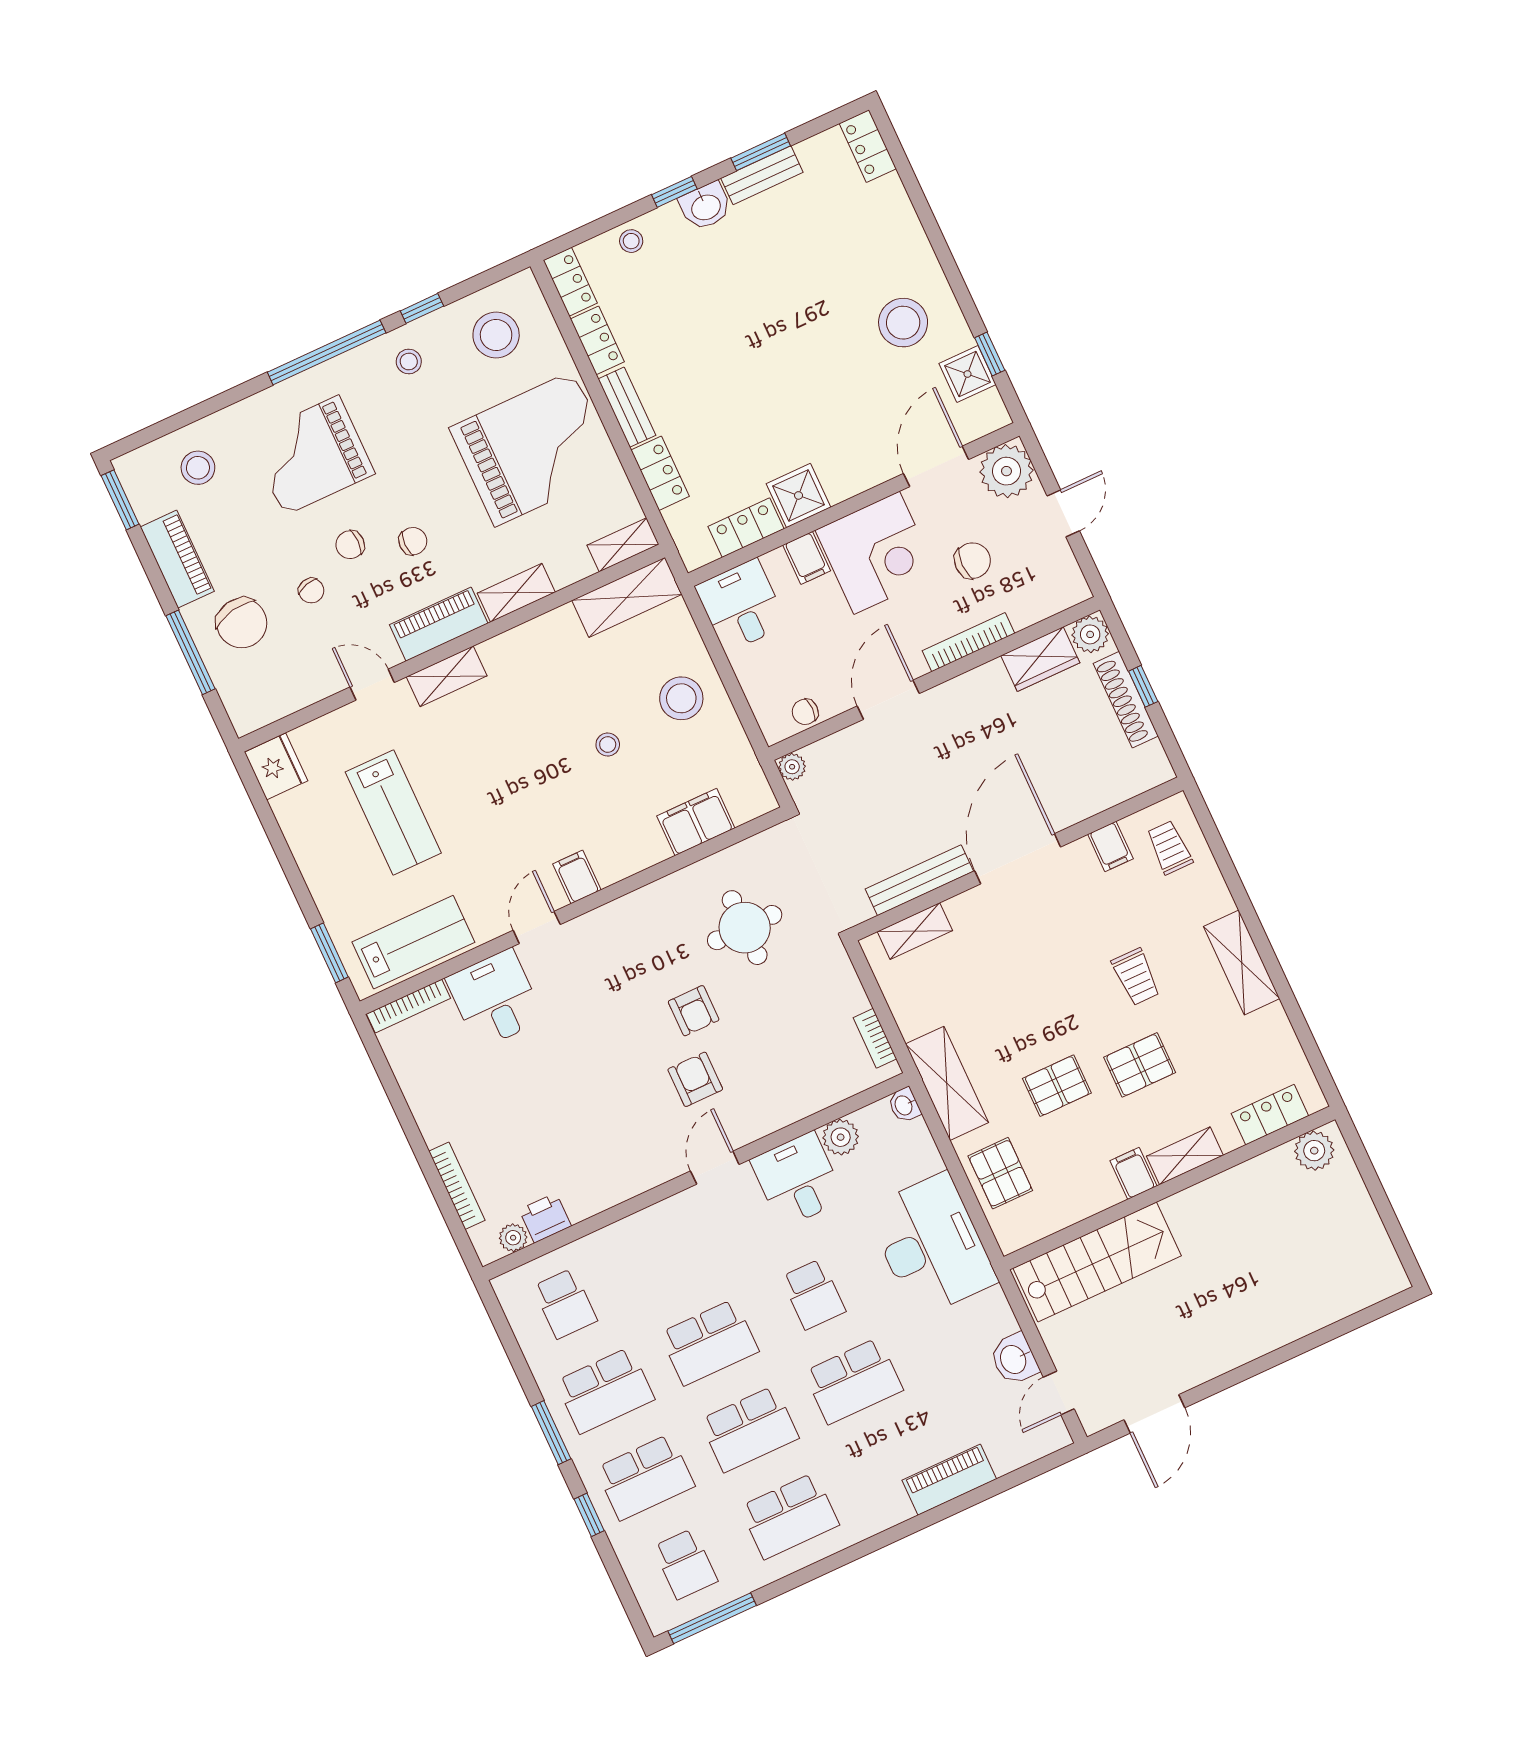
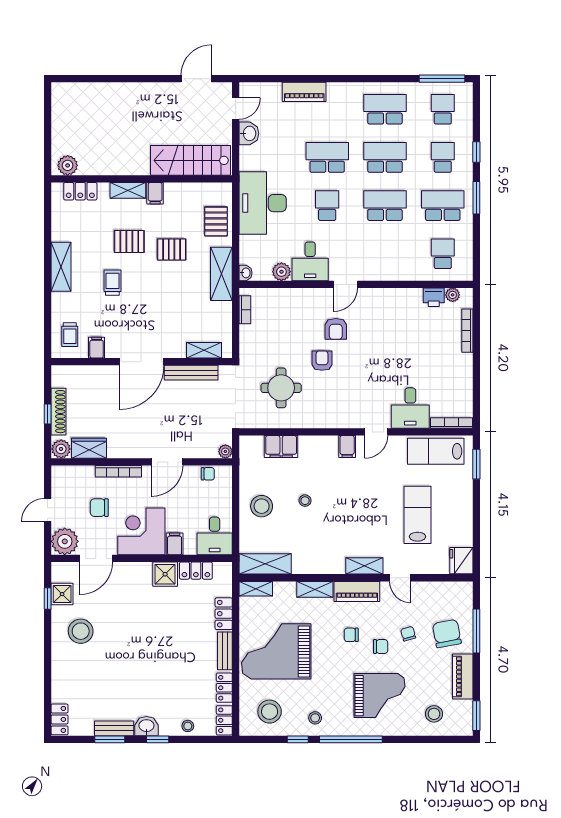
school desk: (645, 1477) -> (443, 157), width x0.54

